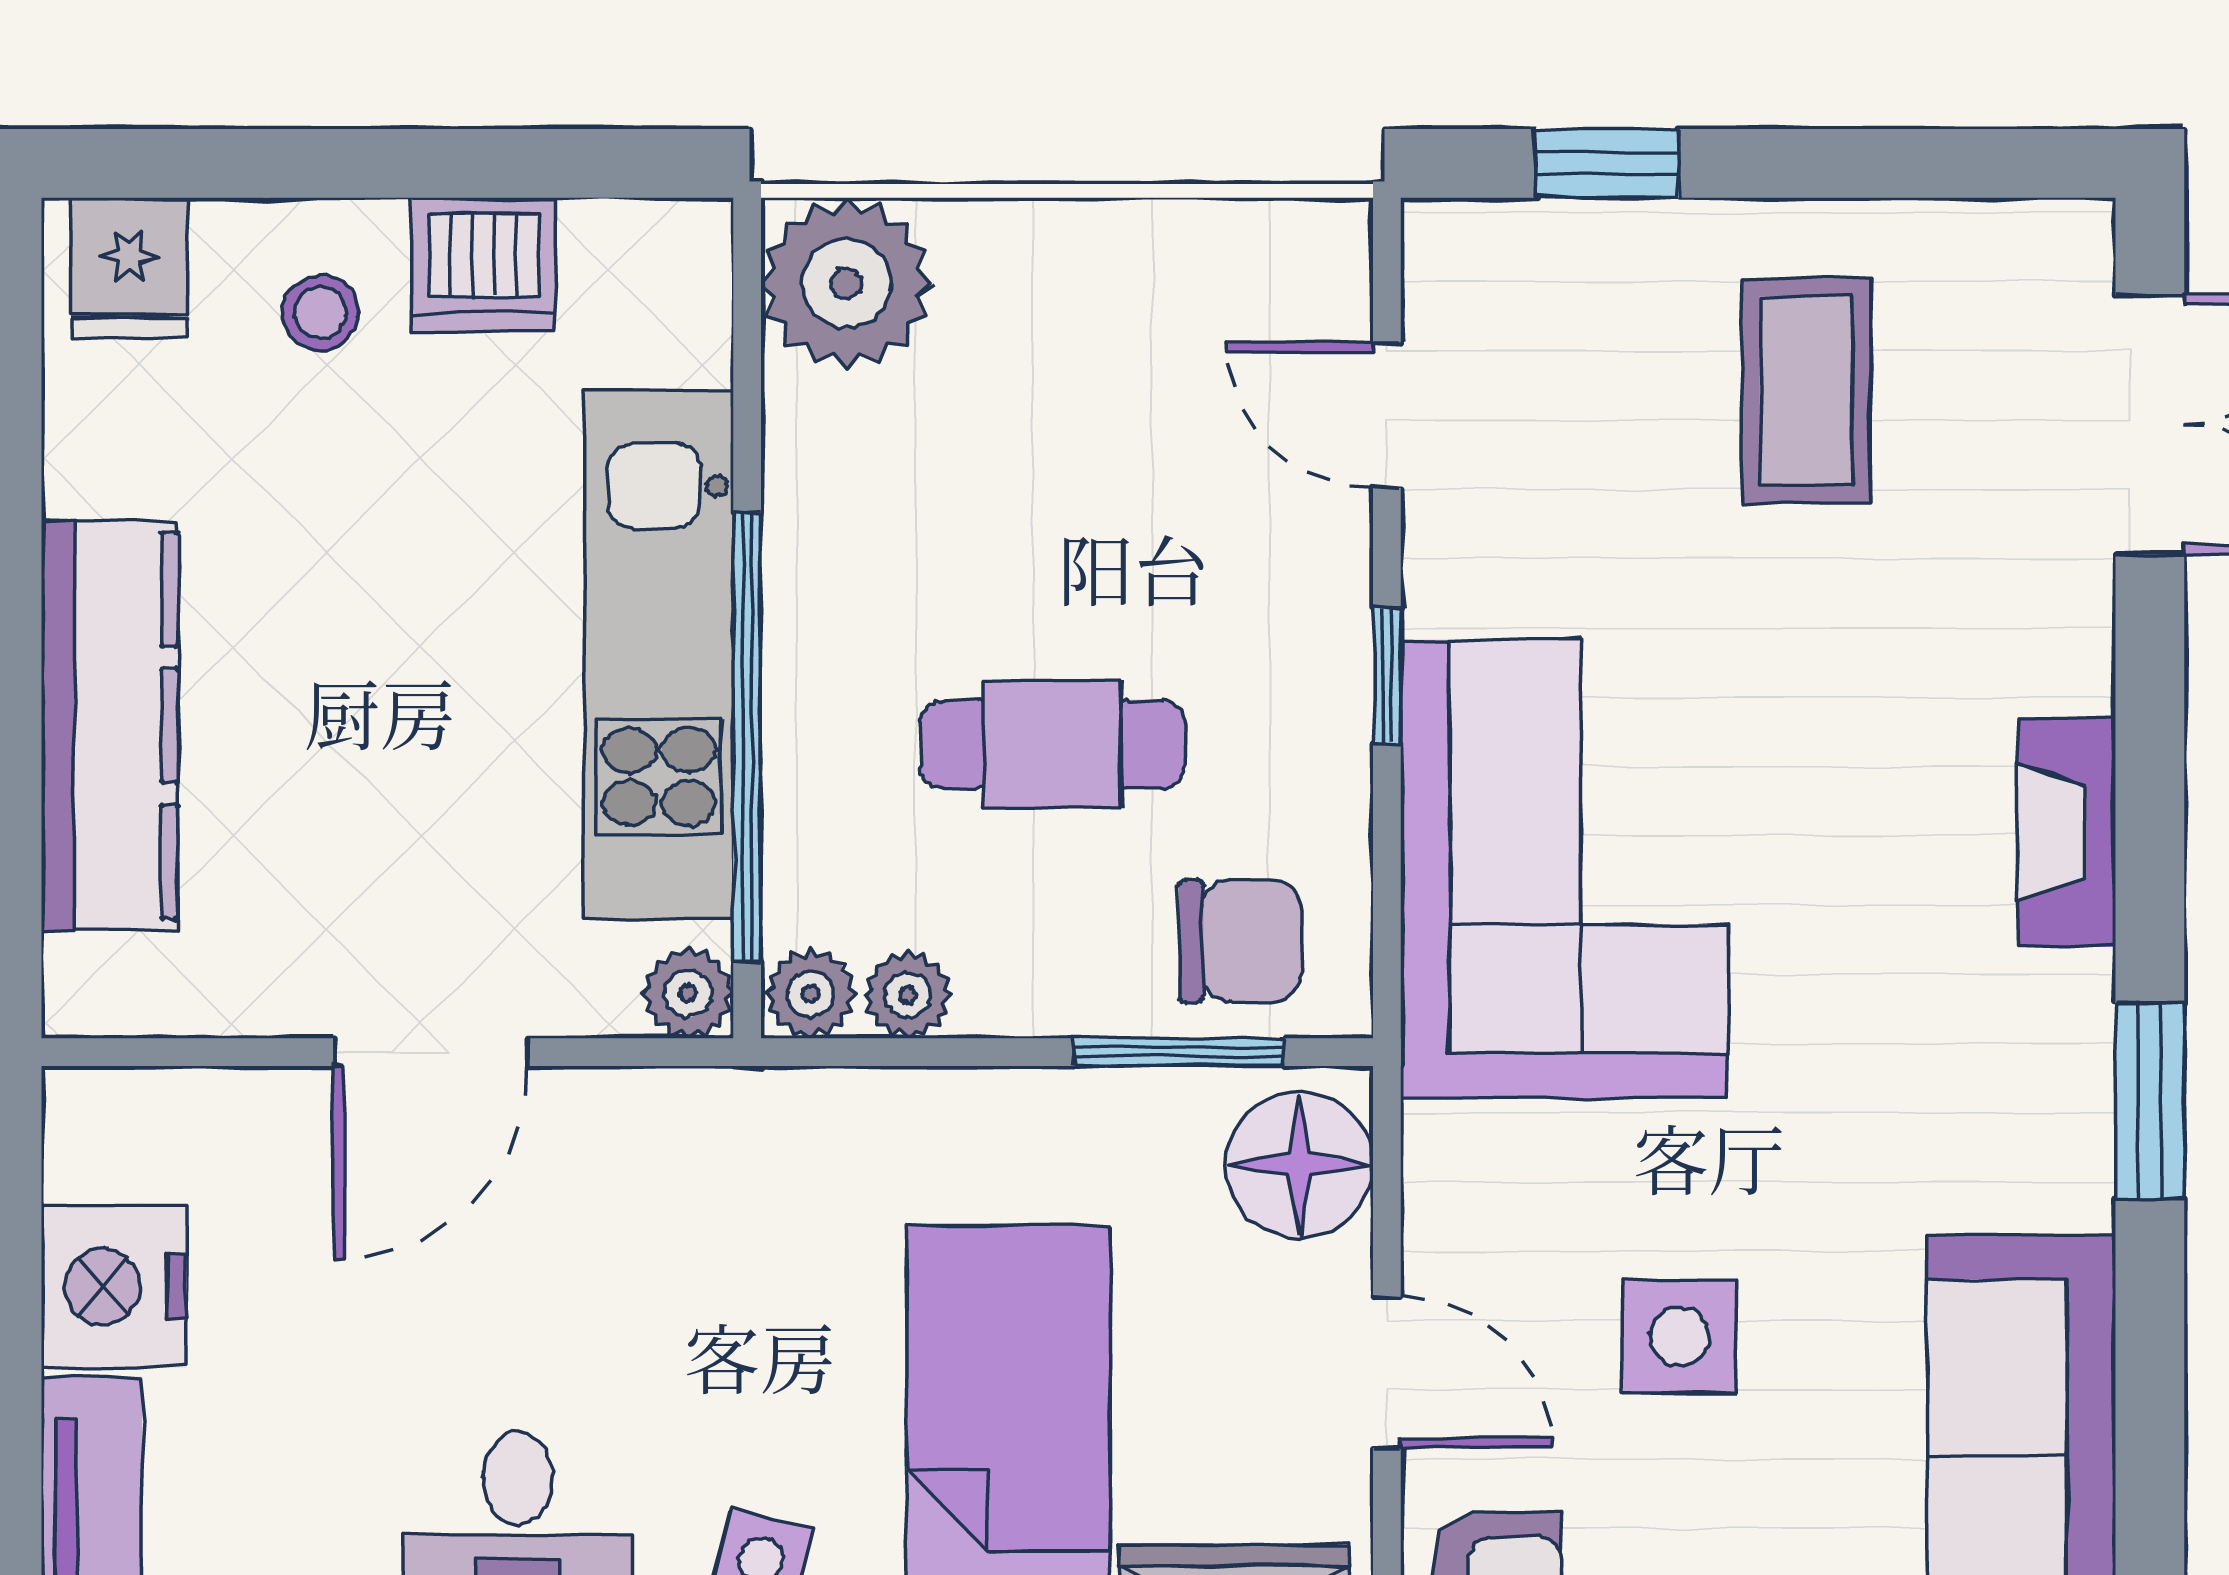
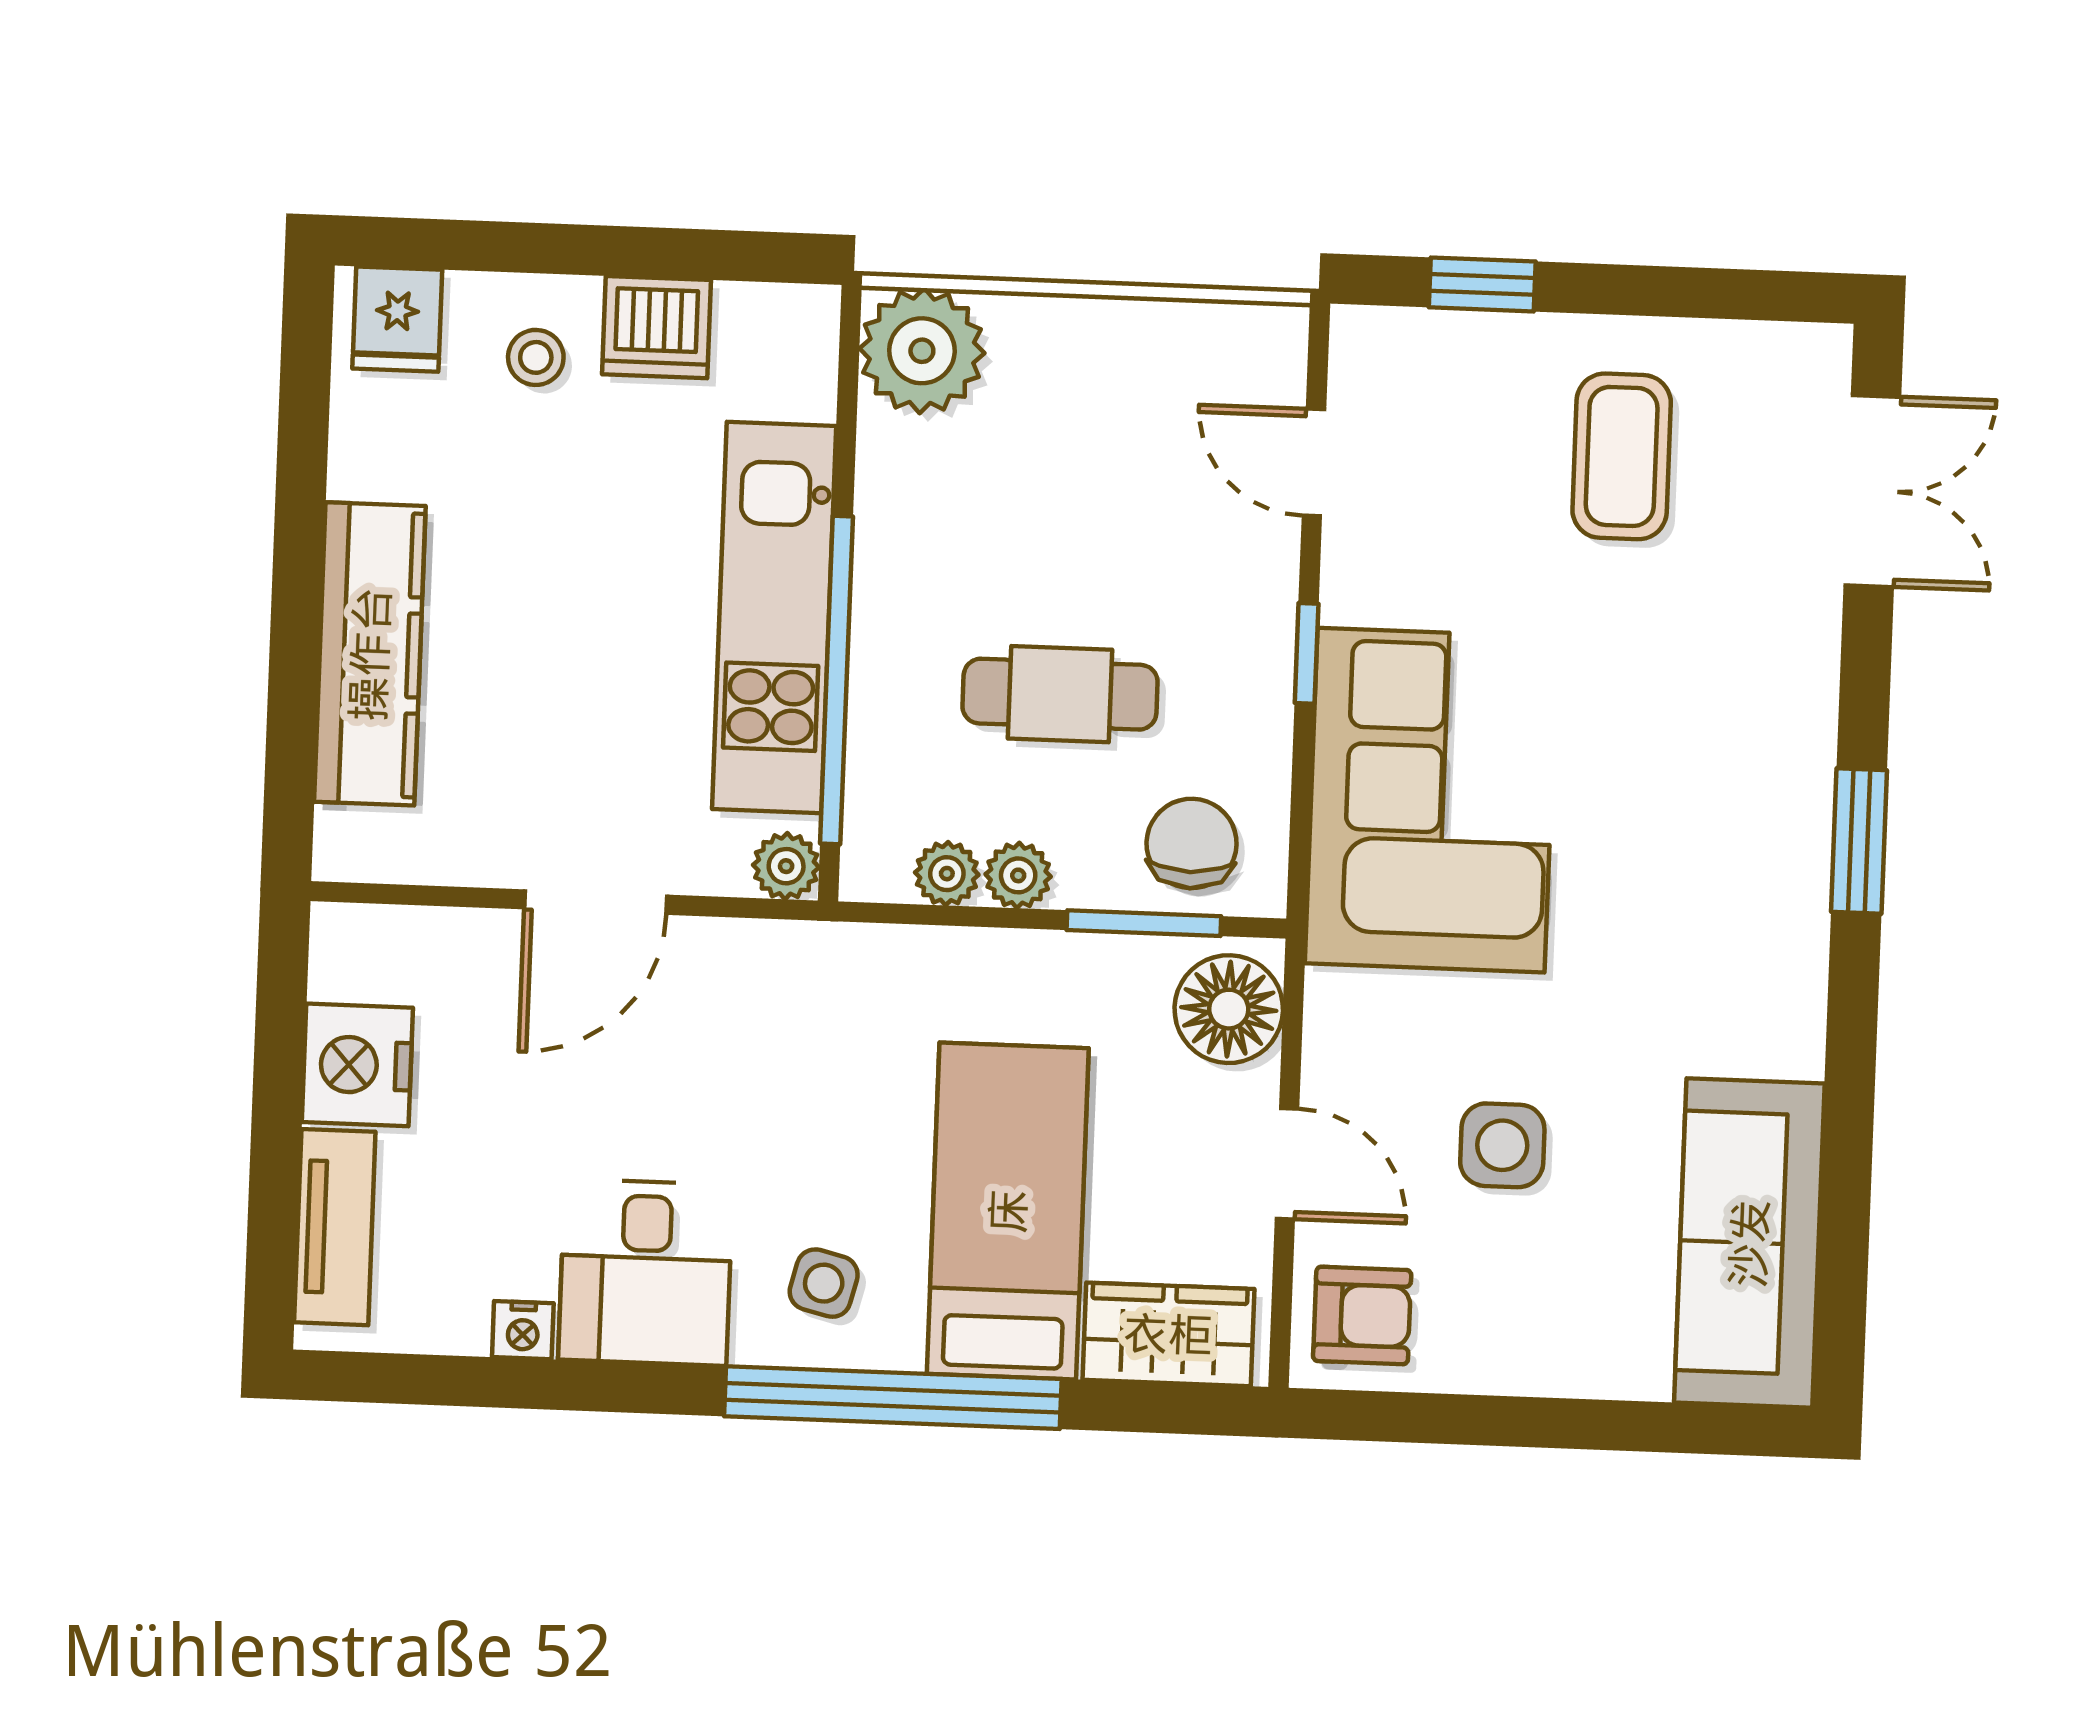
fireplace: (2067, 832) -> (1800, 787), removed
chair: (1240, 941) -> (1192, 843), turned -90
plant: (810, 994) -> (1018, 875), moved
window: (2150, 1100) -> (1859, 841), moved

